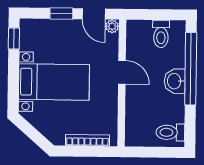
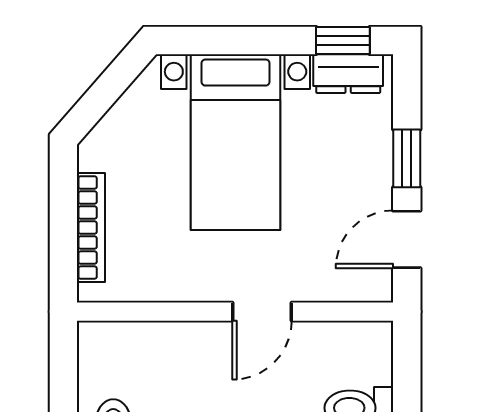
plant: (112, 26) -> (376, 286), removed
dresser: (27, 37) -> (348, 74), added

